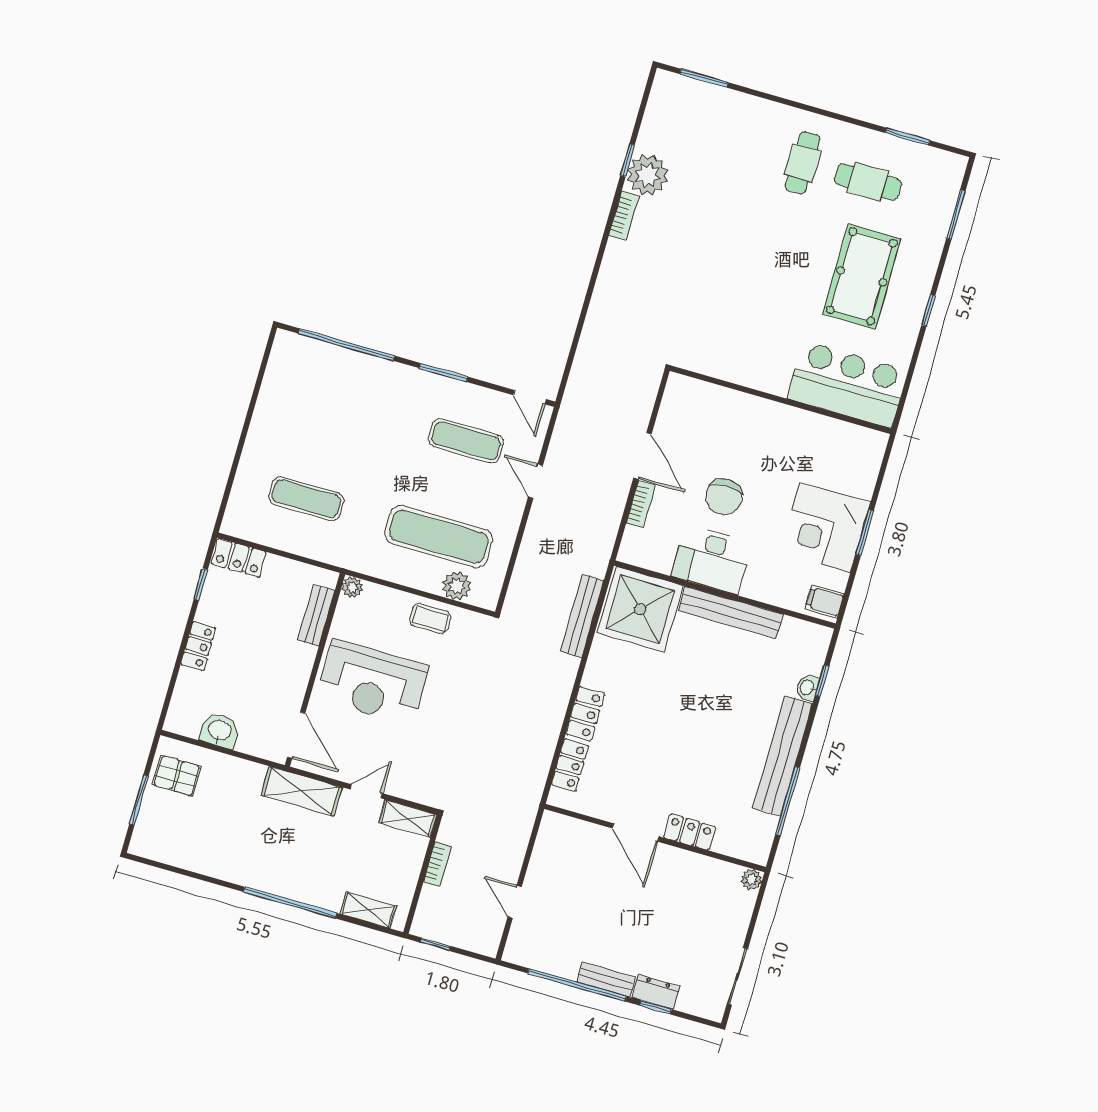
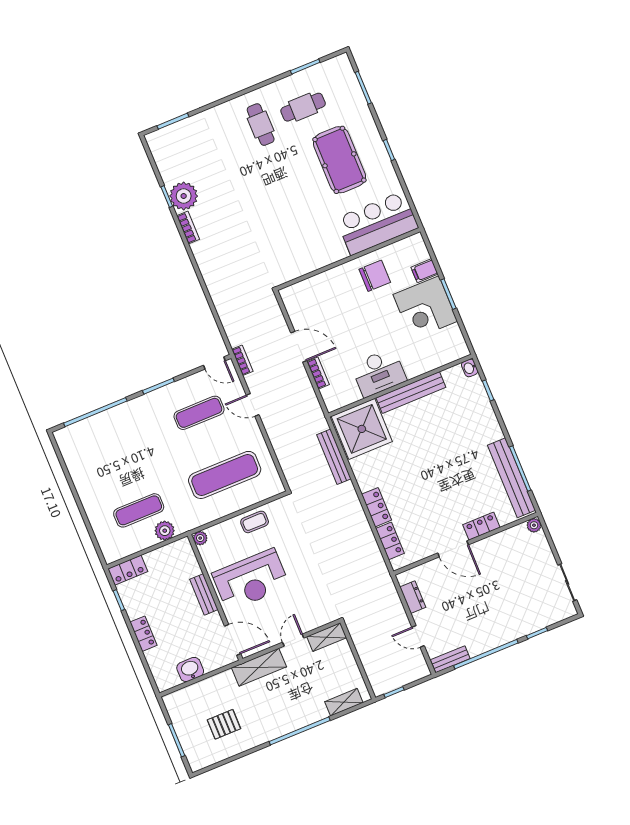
chair: (724, 497) -> (375, 276), moved, turned -90
plant: (457, 586) -> (165, 531), moved
filing cabinet: (825, 601) -> (425, 271), moved
bench: (316, 615) -> (204, 594), moved
washbasin: (807, 688) -> (470, 368), moved
bench: (783, 756) -> (511, 478), moved
pallet: (177, 776) -> (224, 724), moved
bookcase: (437, 864) -> (242, 360), moved
bench: (606, 979) -> (450, 659), moved
dresser: (656, 992) -> (413, 597), moved, turned 90

